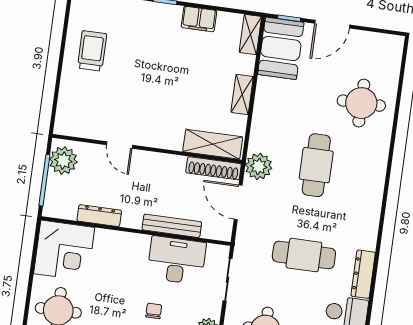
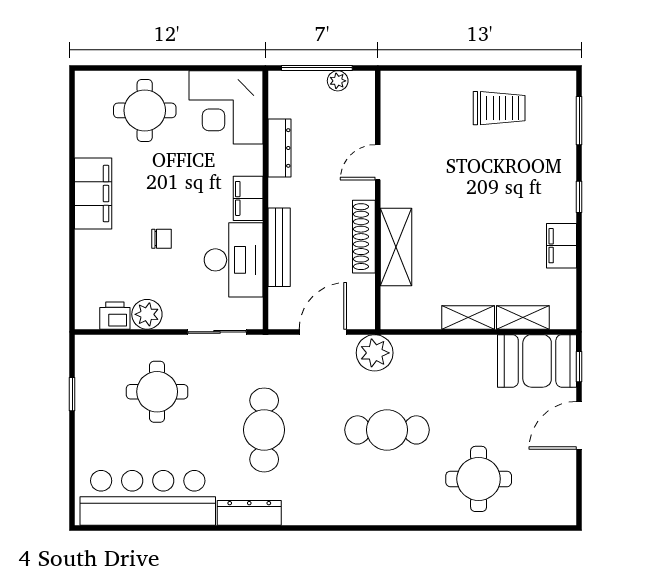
door: (332, 24) -> (579, 425), hinge flipped
shelving: (250, 34) -> (523, 318), moved
shelving: (213, 144) -> (396, 247), moved
plant: (63, 161) -> (338, 81), width x0.53, depth x0.53
shoe rack: (214, 168) -> (364, 237), moved
filing cabinet: (133, 244) -> (248, 198), added

